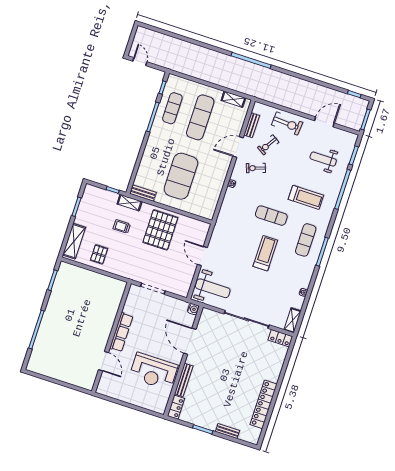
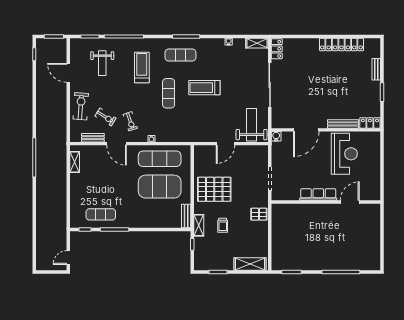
exercise mat: (200, 117) -> (160, 159), moved
pallet: (99, 254) -> (259, 214), moved

